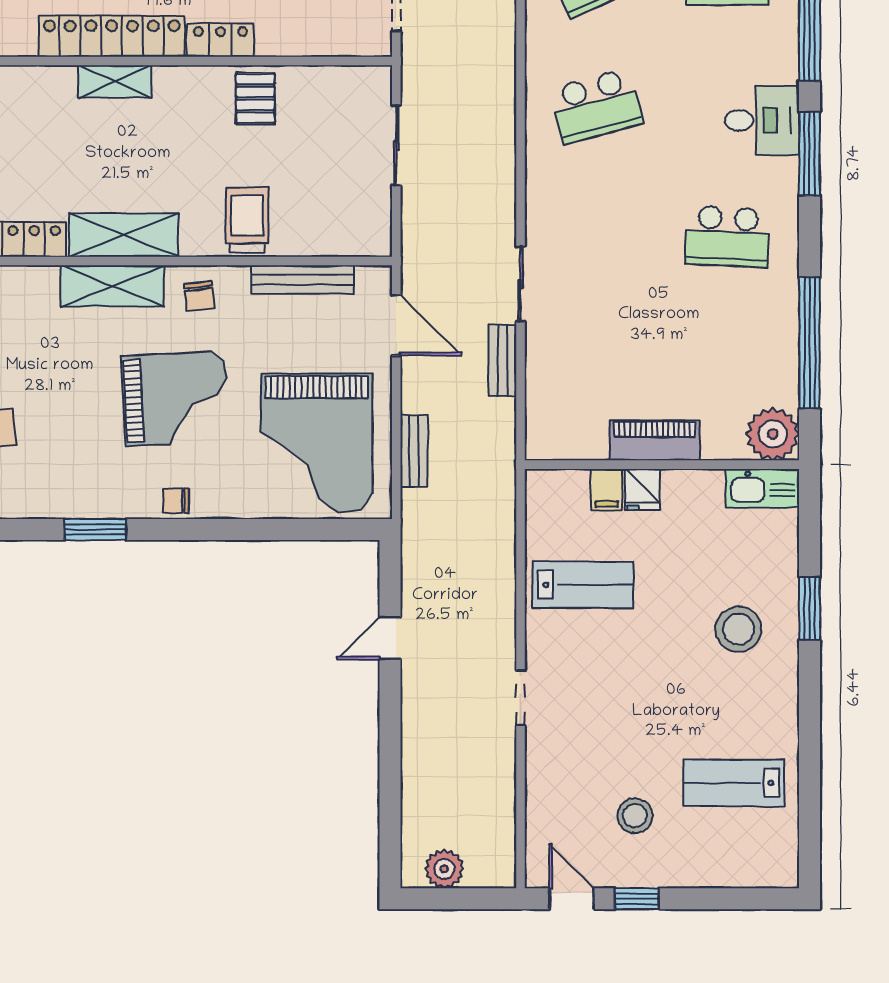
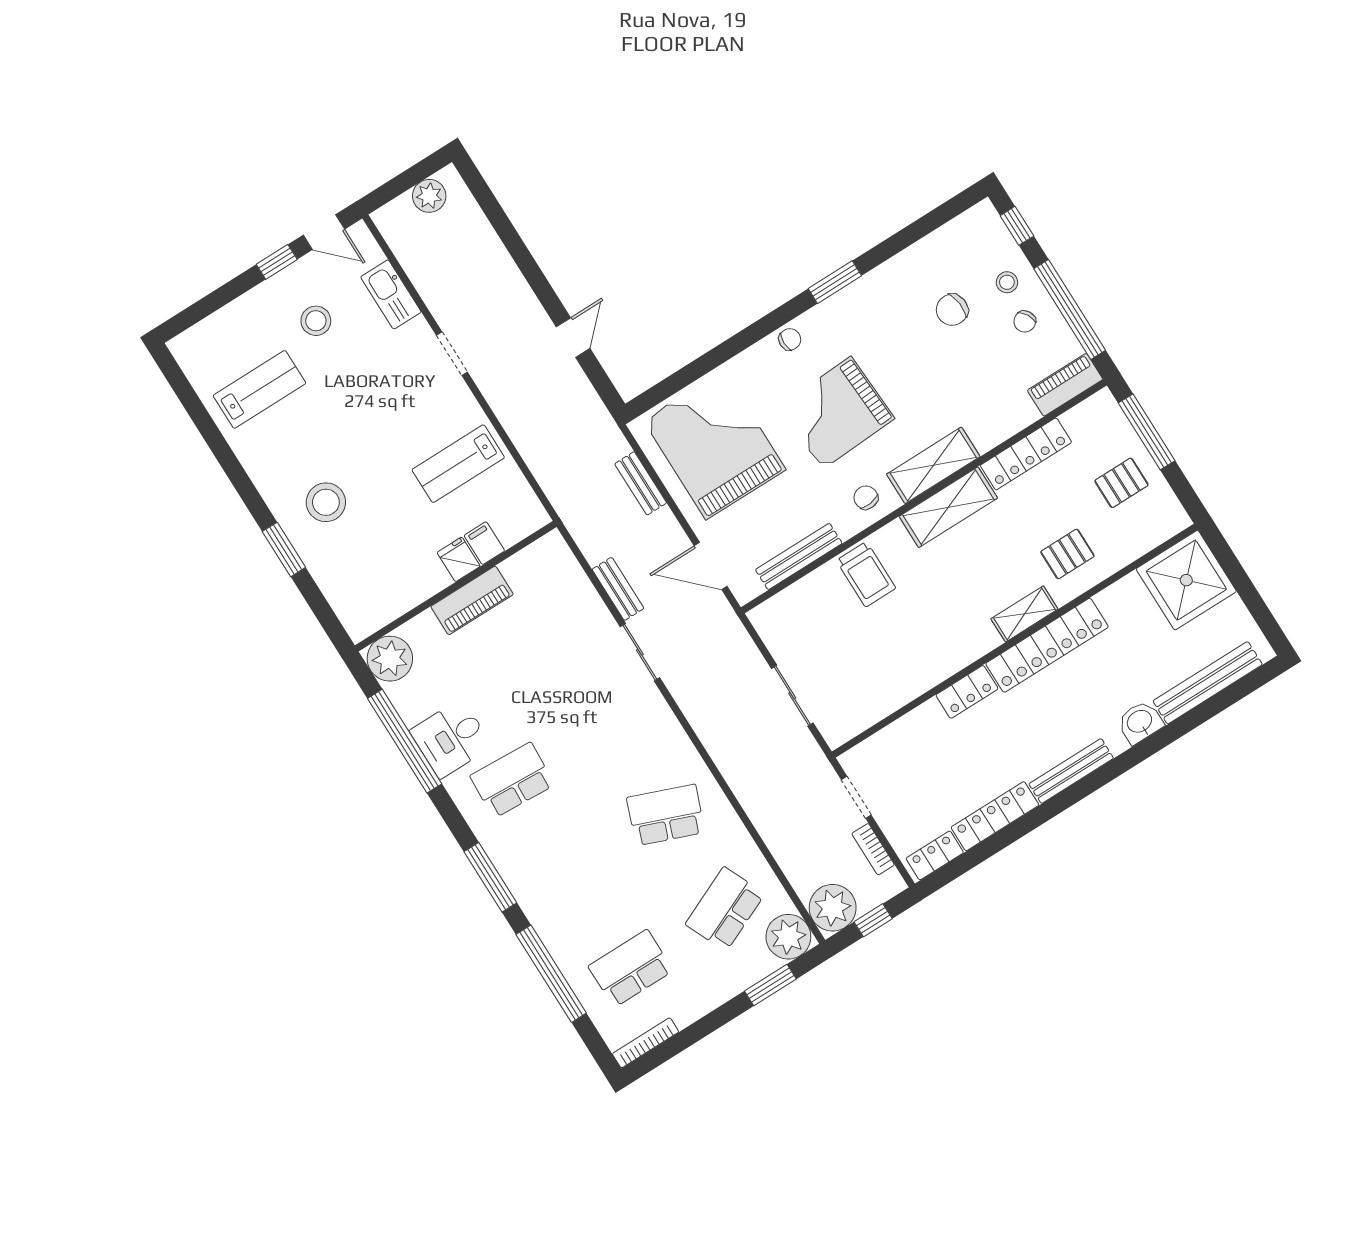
pallet: (255, 98) -> (1067, 554), moved, turned 90
school desk: (596, 106) -> (666, 815), turned 36
desk: (762, 120) -> (451, 739), moved
kitchen sink: (762, 488) -> (391, 294), moved, turned -90

